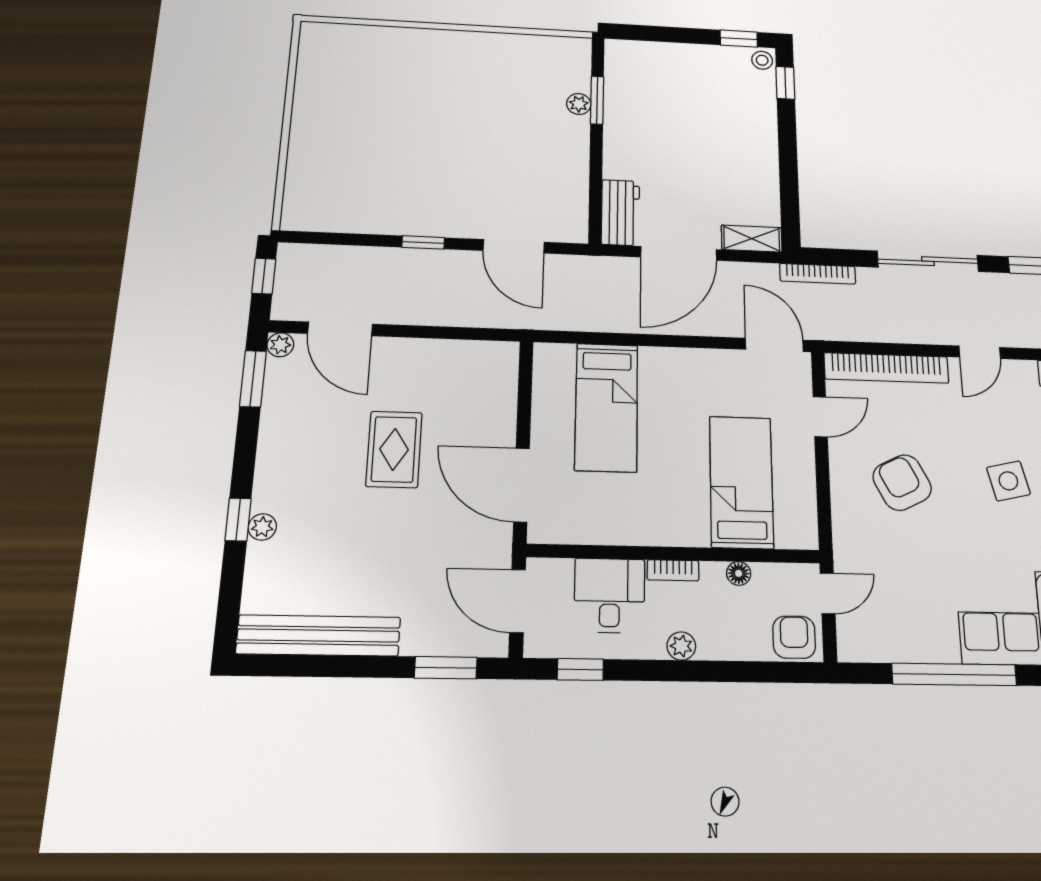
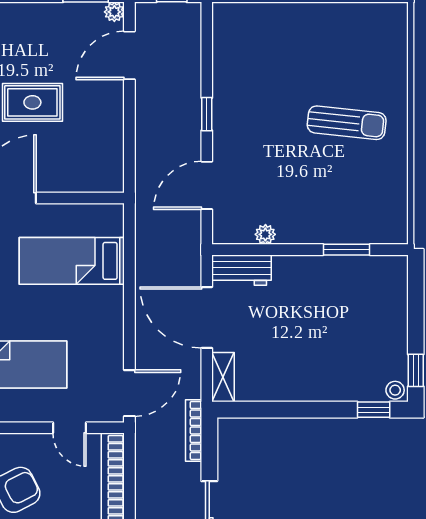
sun lounger: (443, 92) -> (347, 123), added
plant: (579, 104) -> (265, 234), moved

